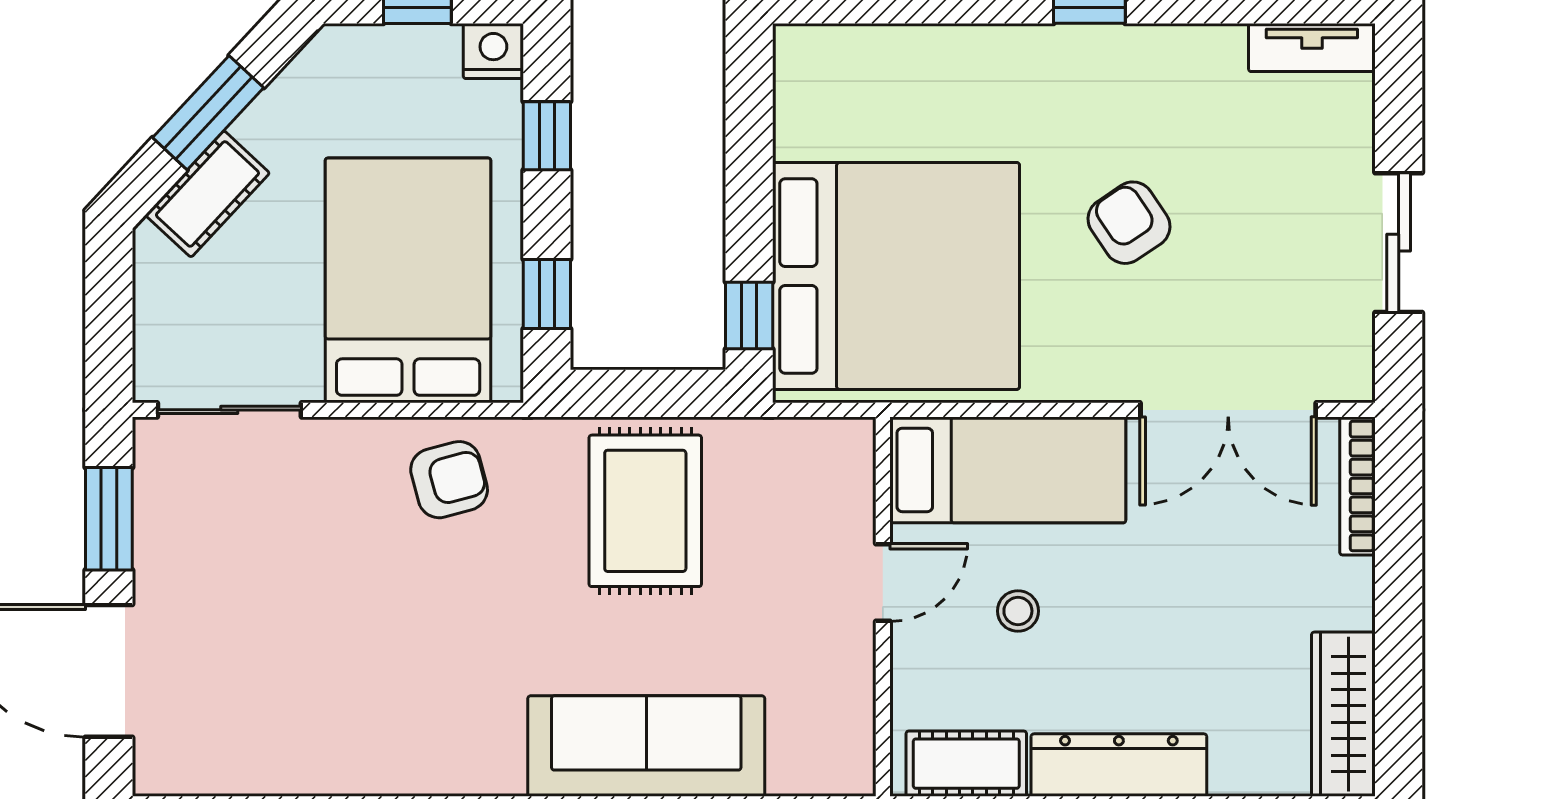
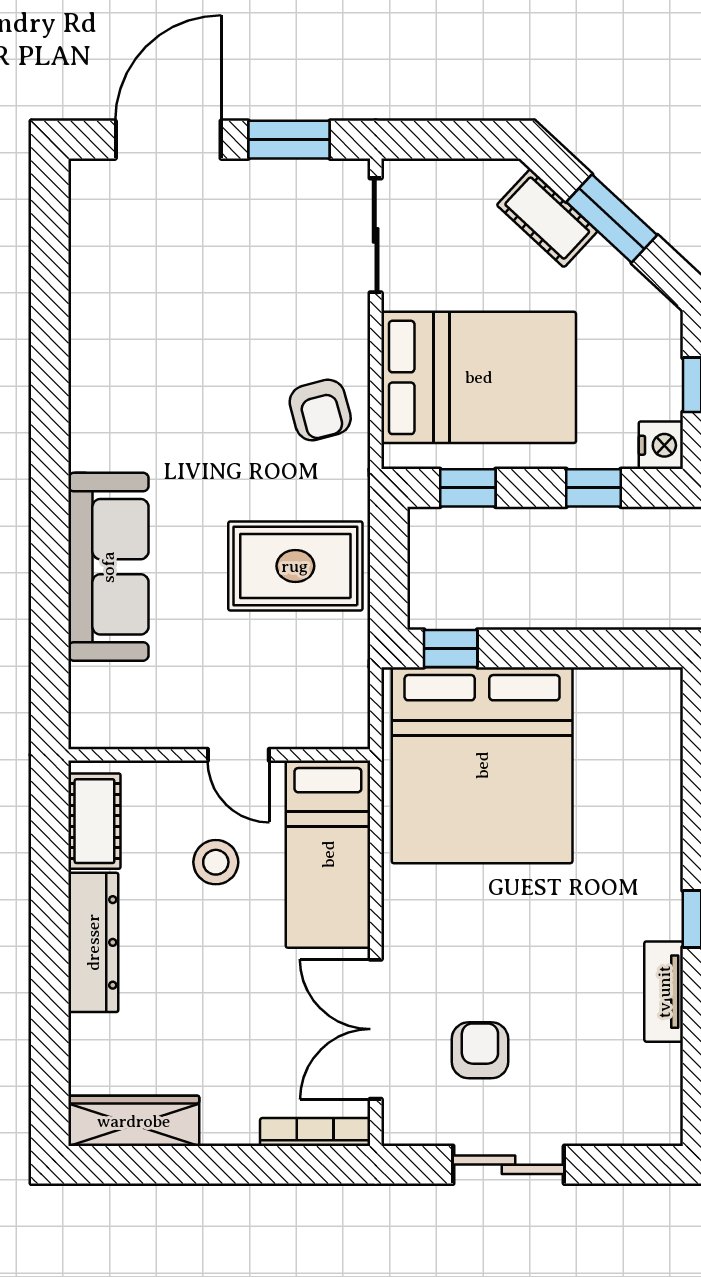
tv unit: (1312, 48) -> (664, 992), moved
armchair: (1129, 223) -> (480, 1050), moved, turned -56
stool: (1018, 611) -> (216, 862), width x1.37, depth x1.37

